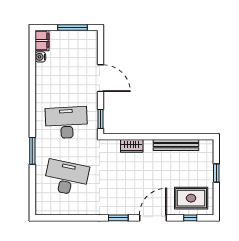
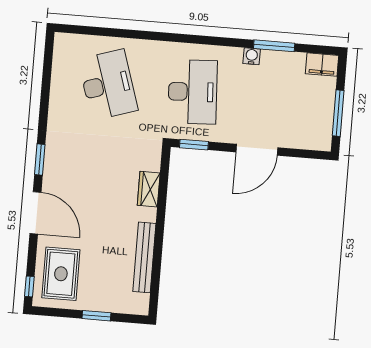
water cooler: (40, 57) -> (252, 56), moved
window: (32, 151) -> (274, 46), moved
desk: (66, 178) -> (108, 85), turned -30
window: (190, 218) -> (29, 286), moved

